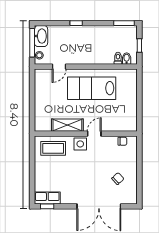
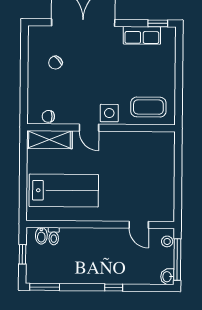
washbasin: (41, 36) -> (167, 277), width x0.52, depth x0.69
door: (59, 67) -> (139, 225), swing flipped
lab bench: (92, 88) -> (64, 190), moved
shelving: (67, 125) -> (49, 140), moved
door: (94, 134) -> (89, 128), hinge flipped
row of seats: (47, 198) -> (142, 35), moved

